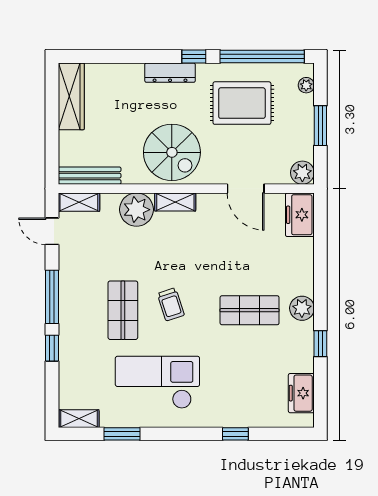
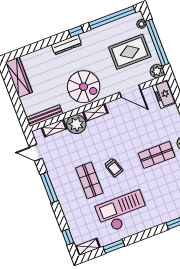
rug: (242, 103) -> (130, 52), moved
window: (320, 126) -> (157, 43), width x2.11
shelving: (79, 202) -> (54, 128), moved
window: (52, 348) -> (68, 237), moved

